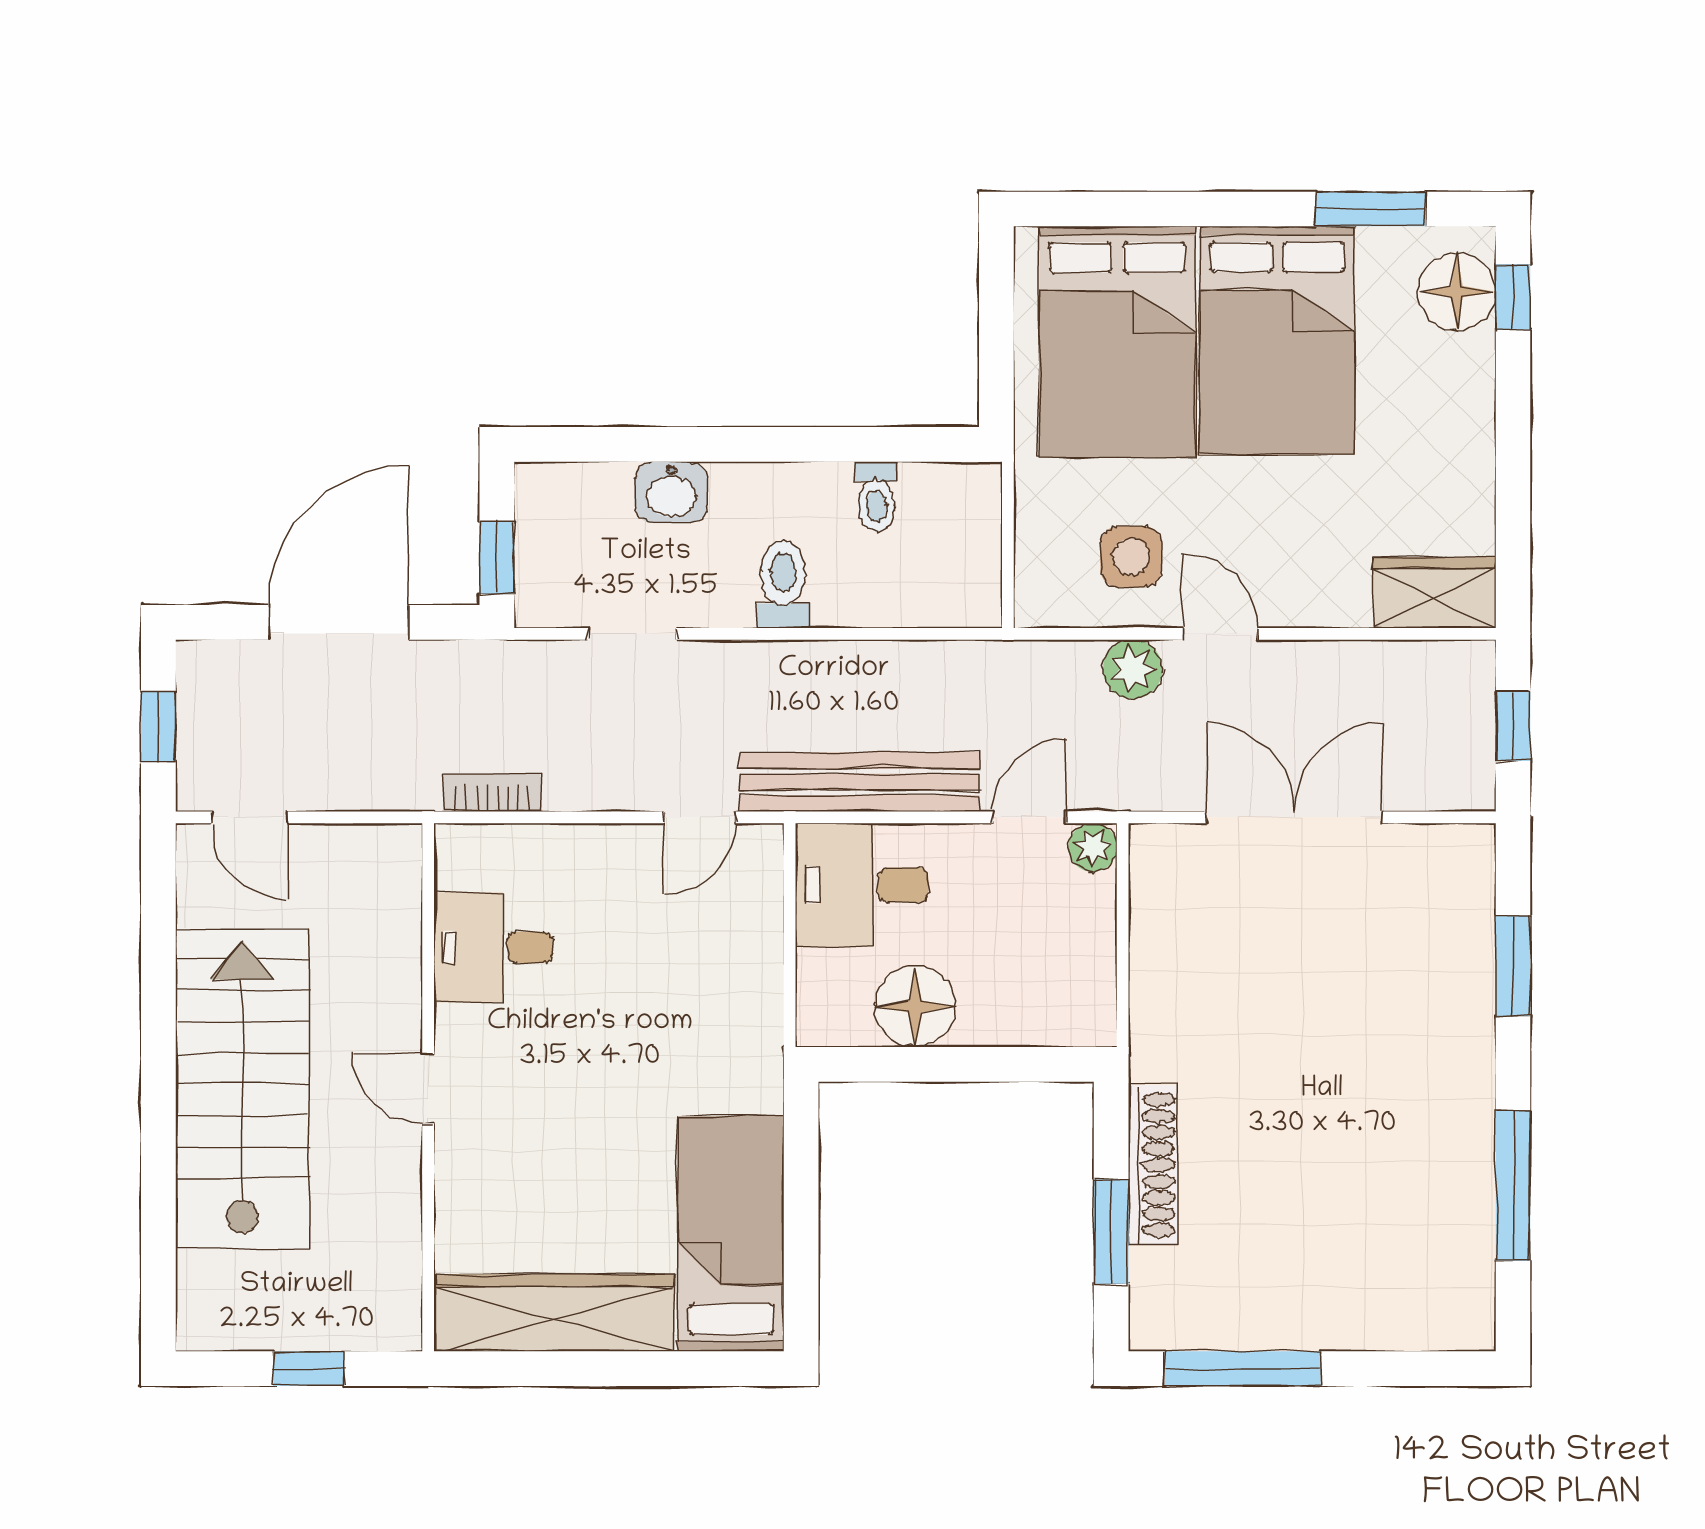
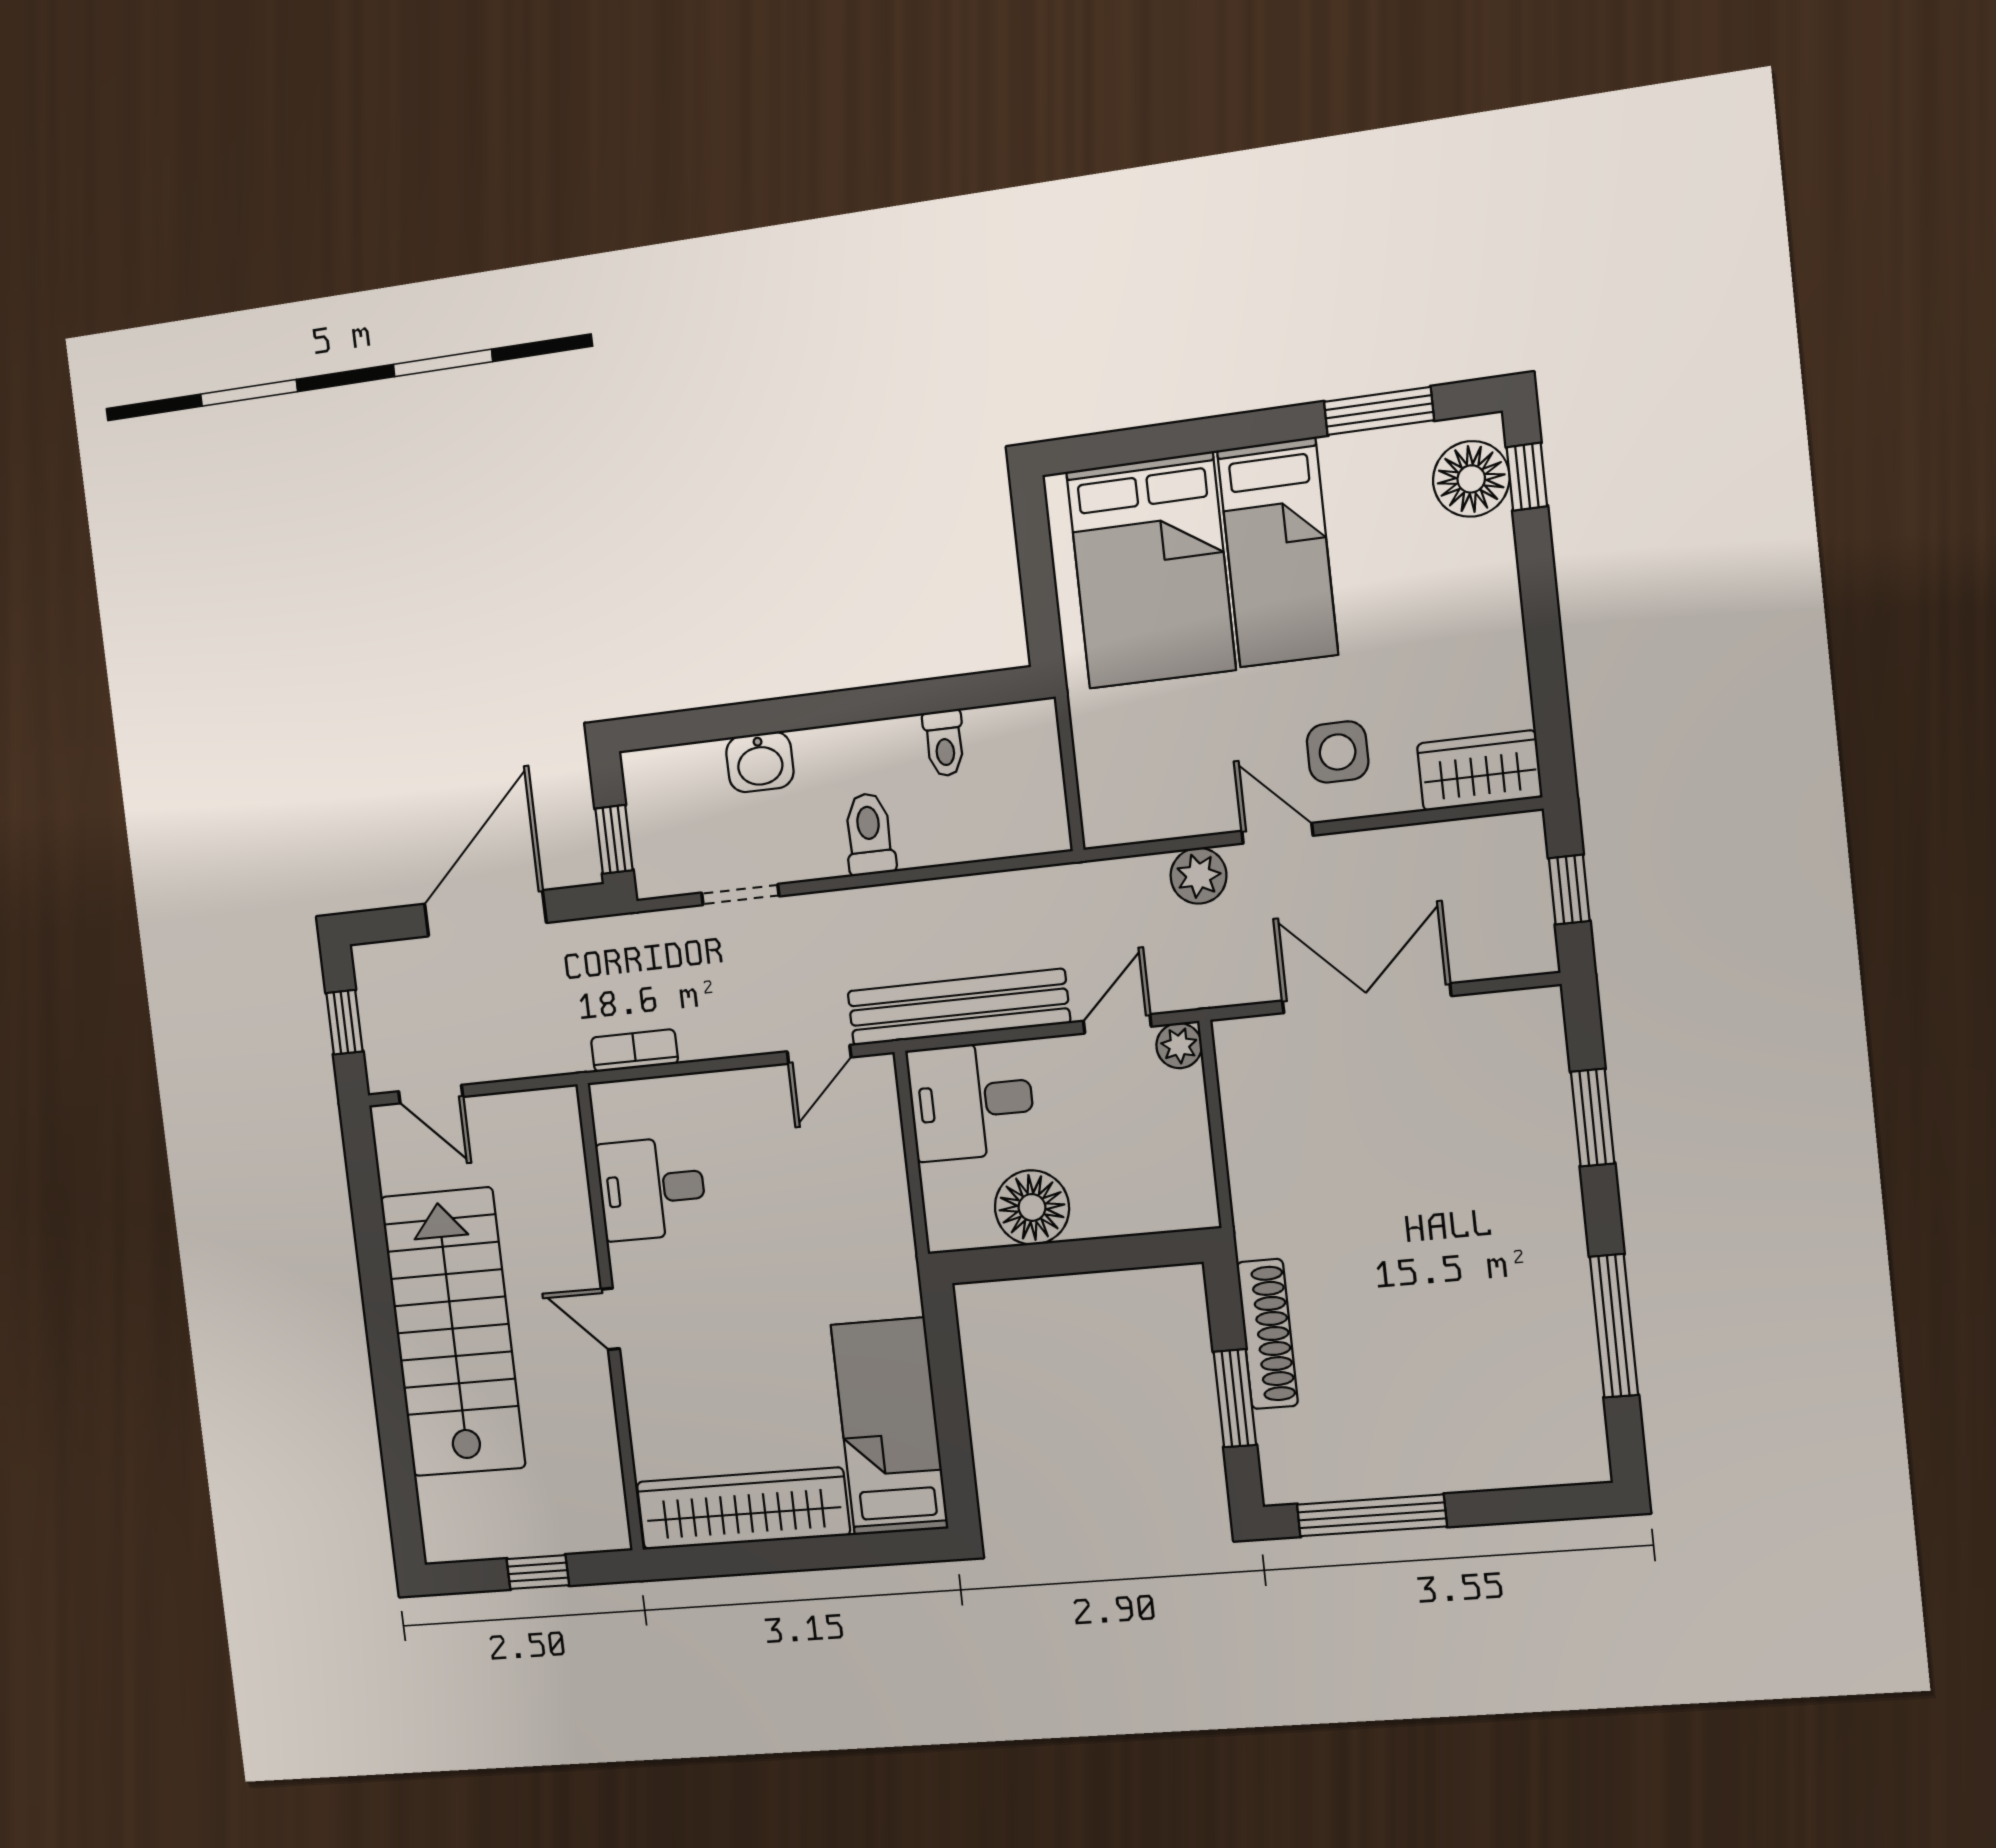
bed: (1277, 341) -> (1278, 553), width x0.67
side table: (1131, 557) -> (1338, 752), moved

